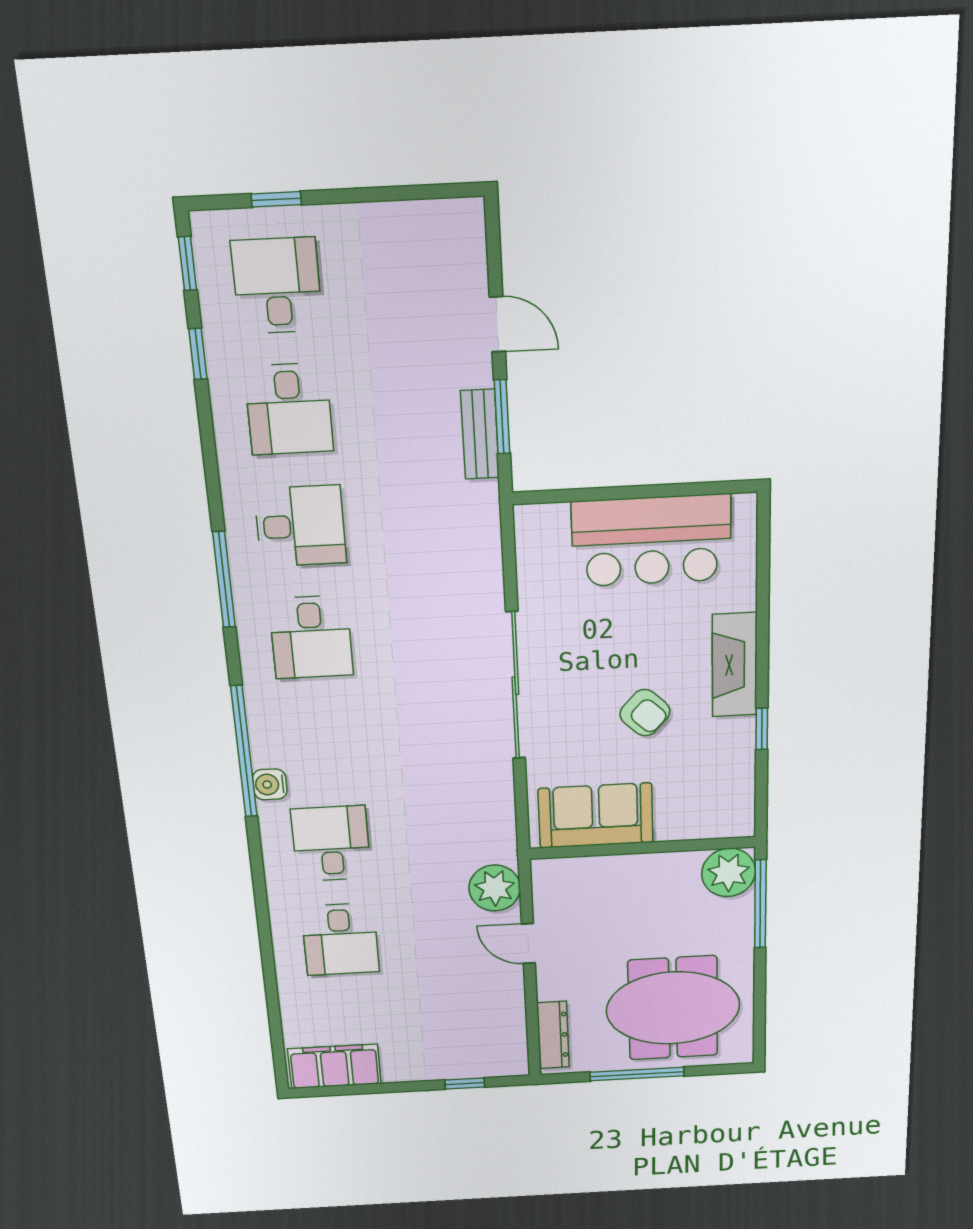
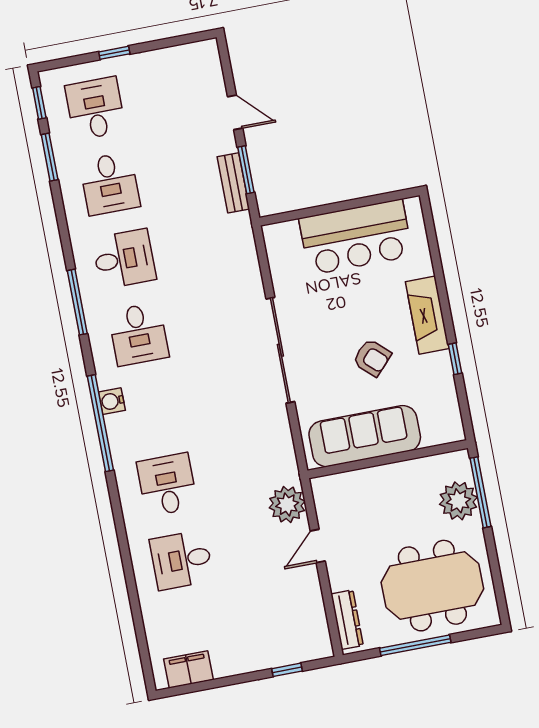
window: (276, 199) -> (114, 53), moved
window: (198, 354) -> (50, 157), width x1.50
water cooler: (270, 784) -> (112, 401), moved
sofa: (596, 816) -> (365, 436), width x1.36
plant: (729, 873) -> (458, 501), moved
desk: (340, 939) -> (181, 560), turned 90
door: (528, 944) -> (318, 546), hinge flipped
filing cabinet: (334, 1066) -> (188, 669), width x0.67, depth x0.86

